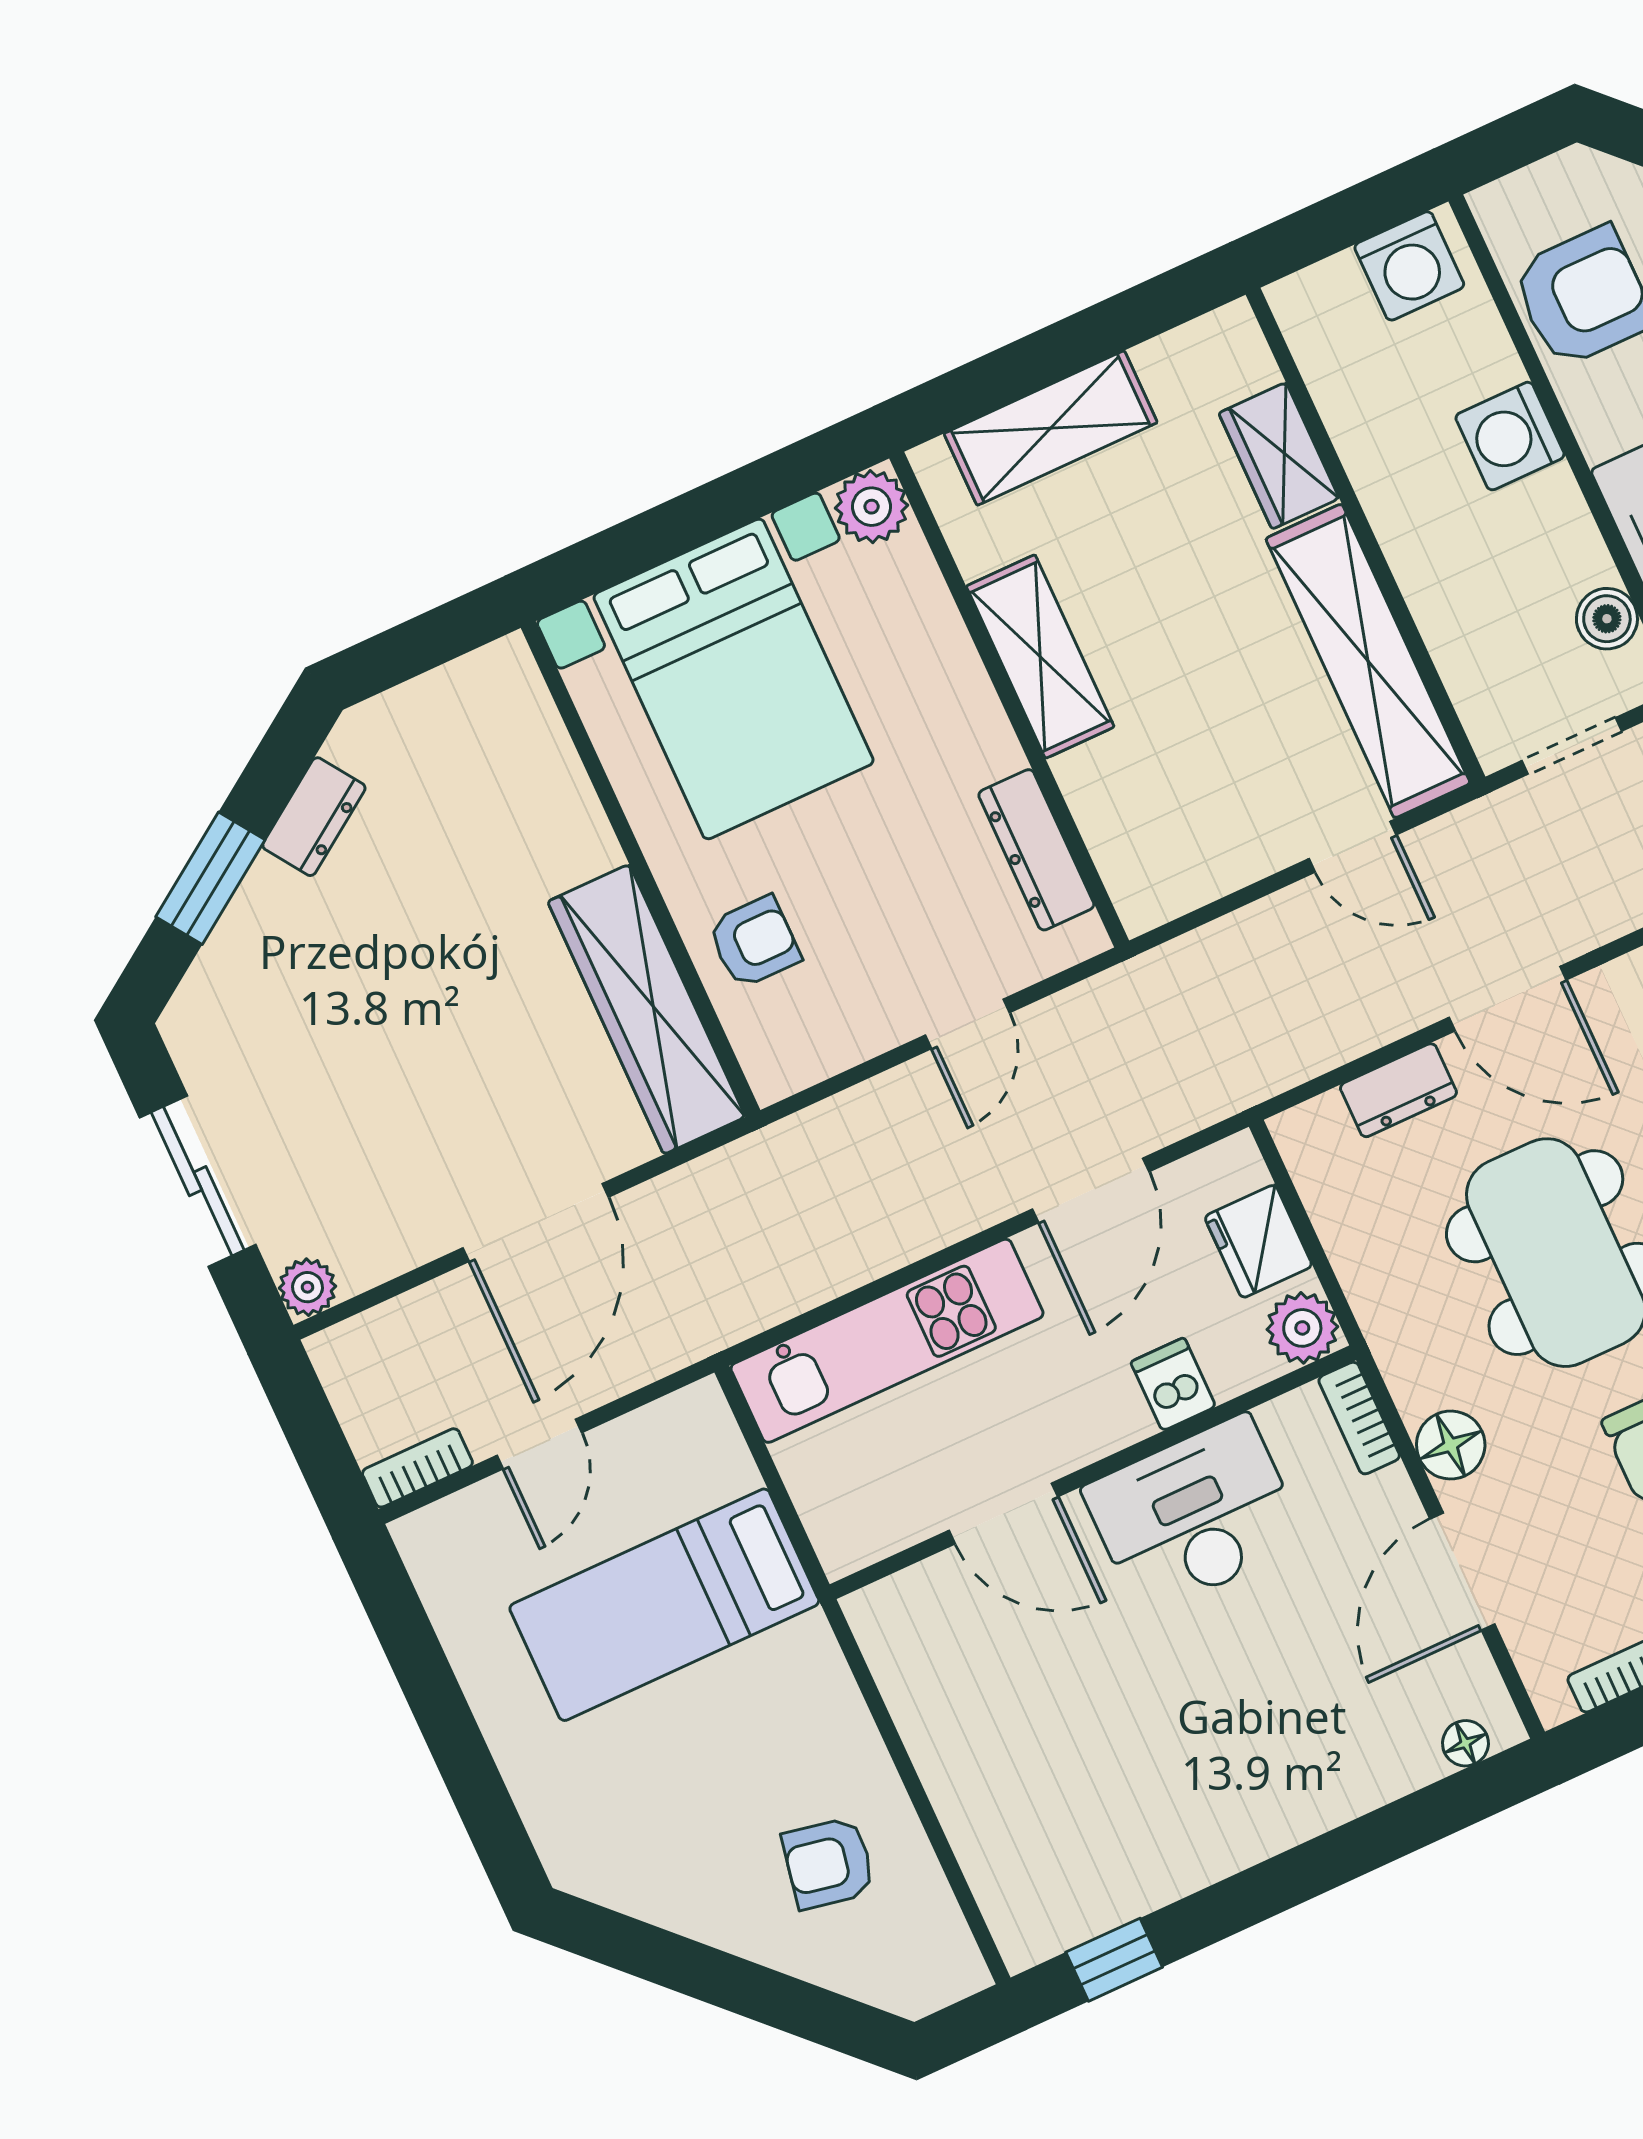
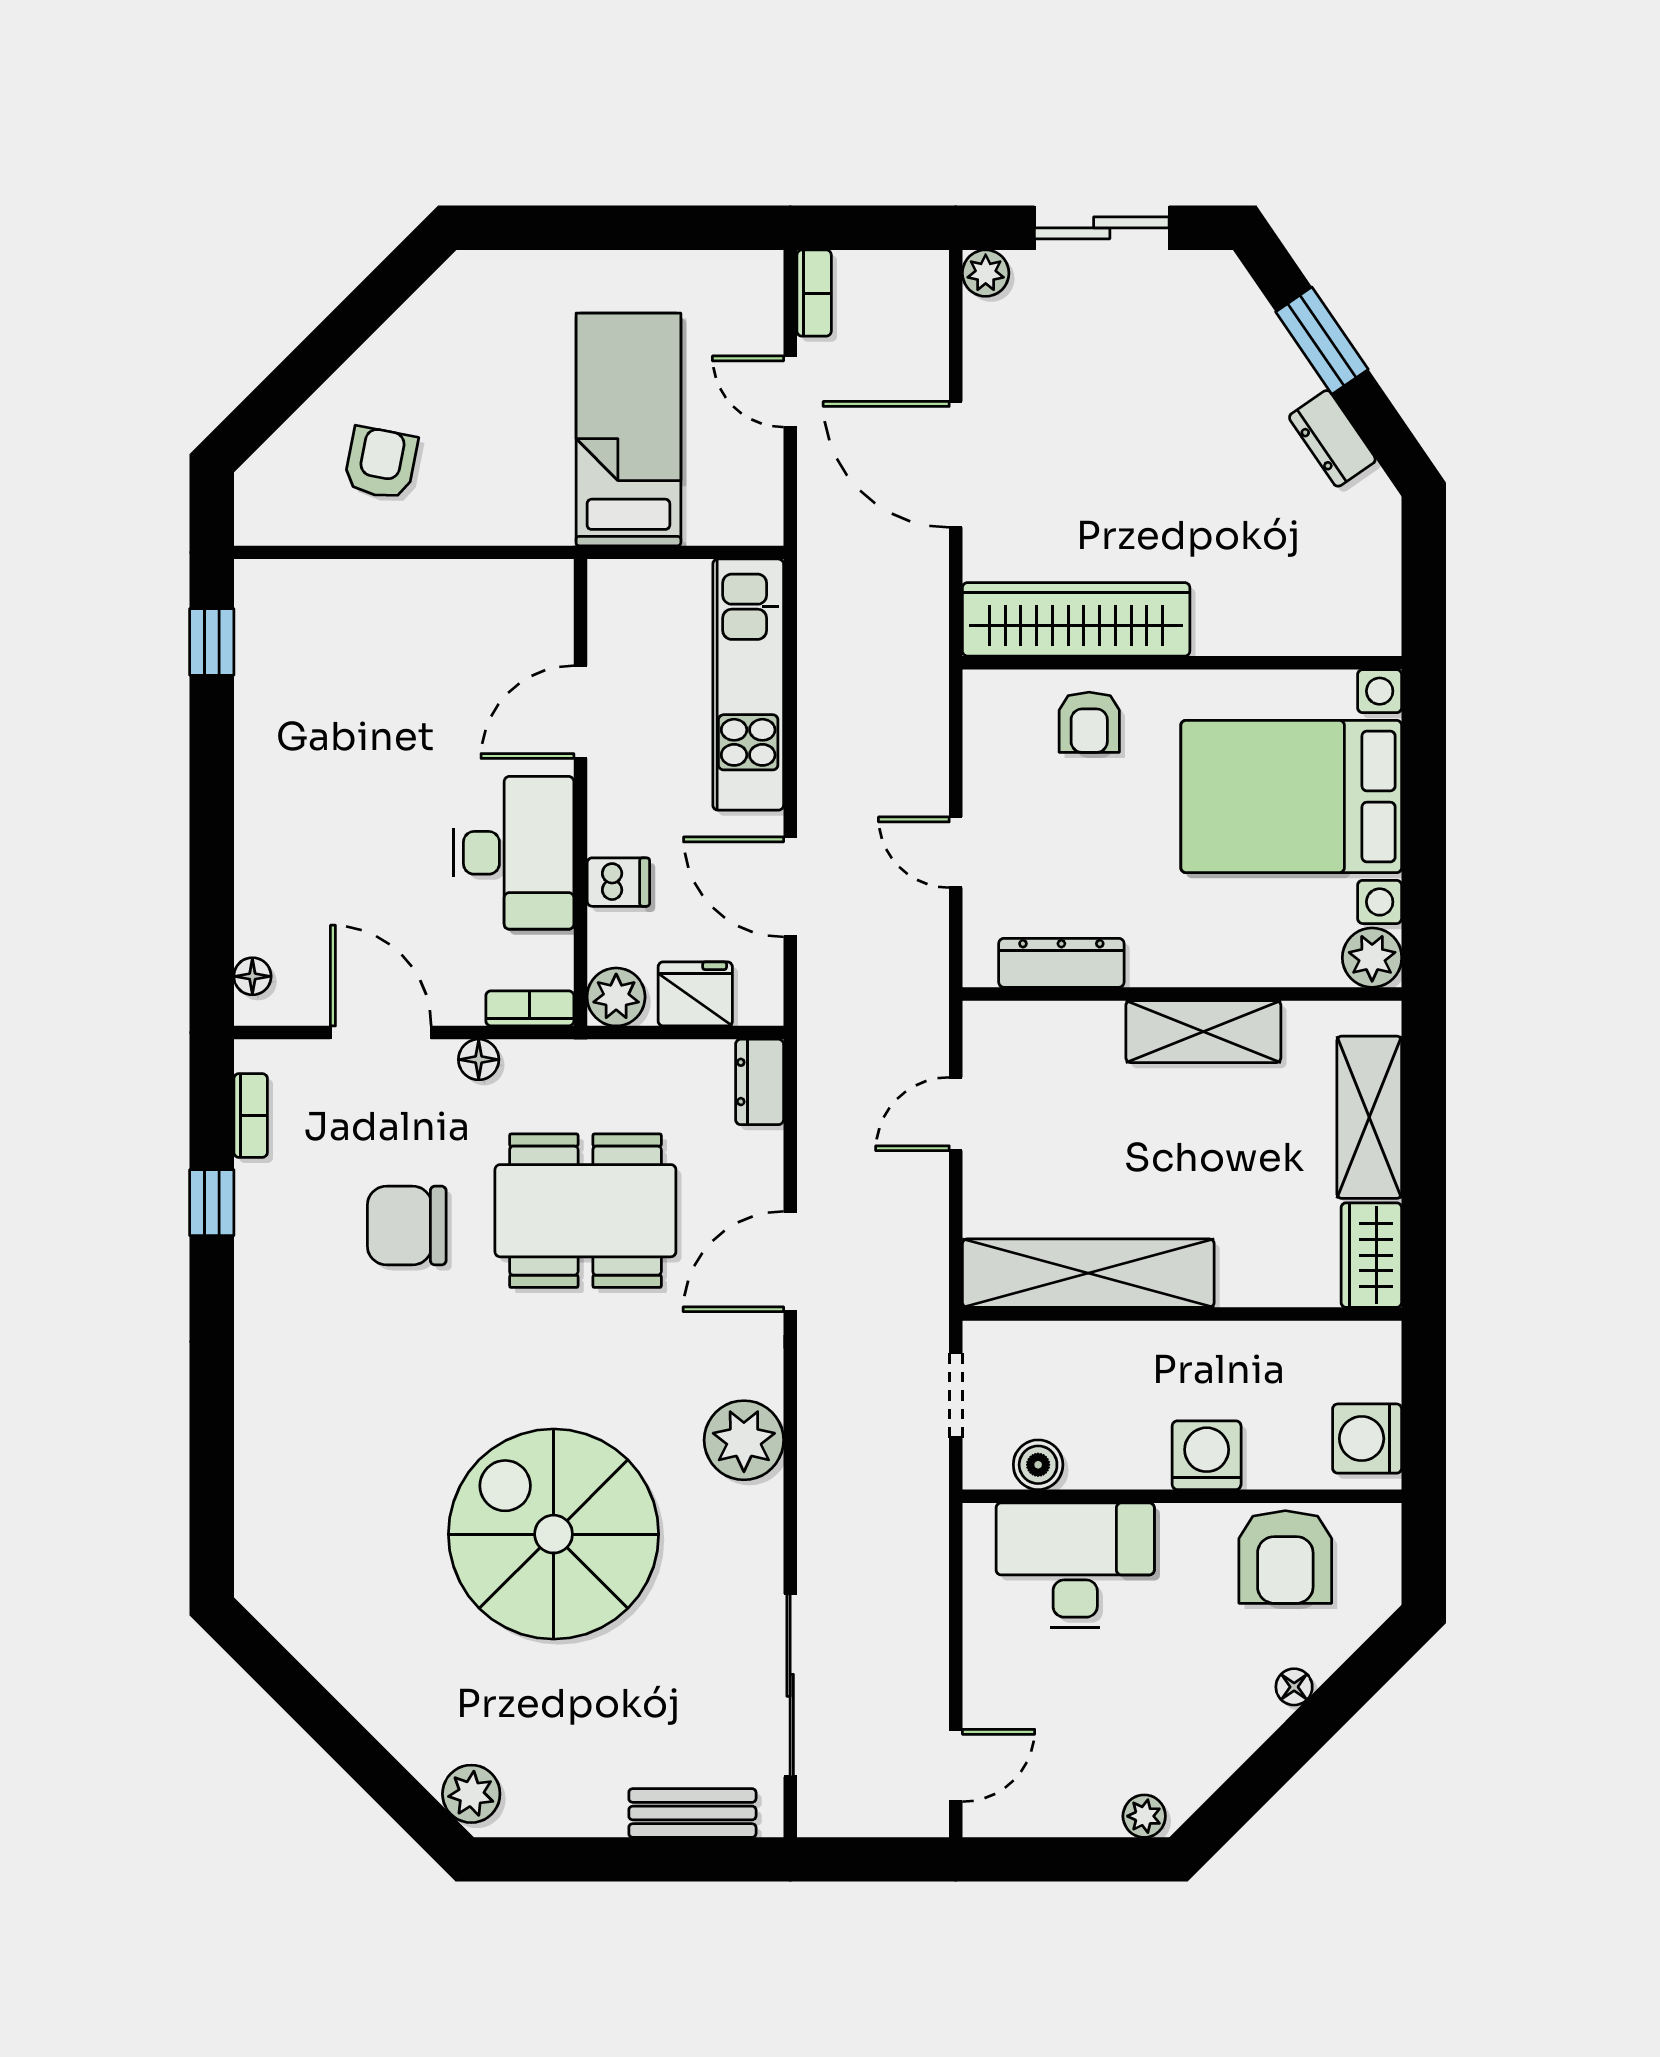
wardrobe: (1279, 456) -> (1371, 1255), moved, turned -90
door: (1353, 847) -> (956, 1114), moved
dresser: (1398, 1090) -> (760, 1082), moved
floor lamp: (1451, 1445) -> (479, 1060), width x0.73, depth x0.73

